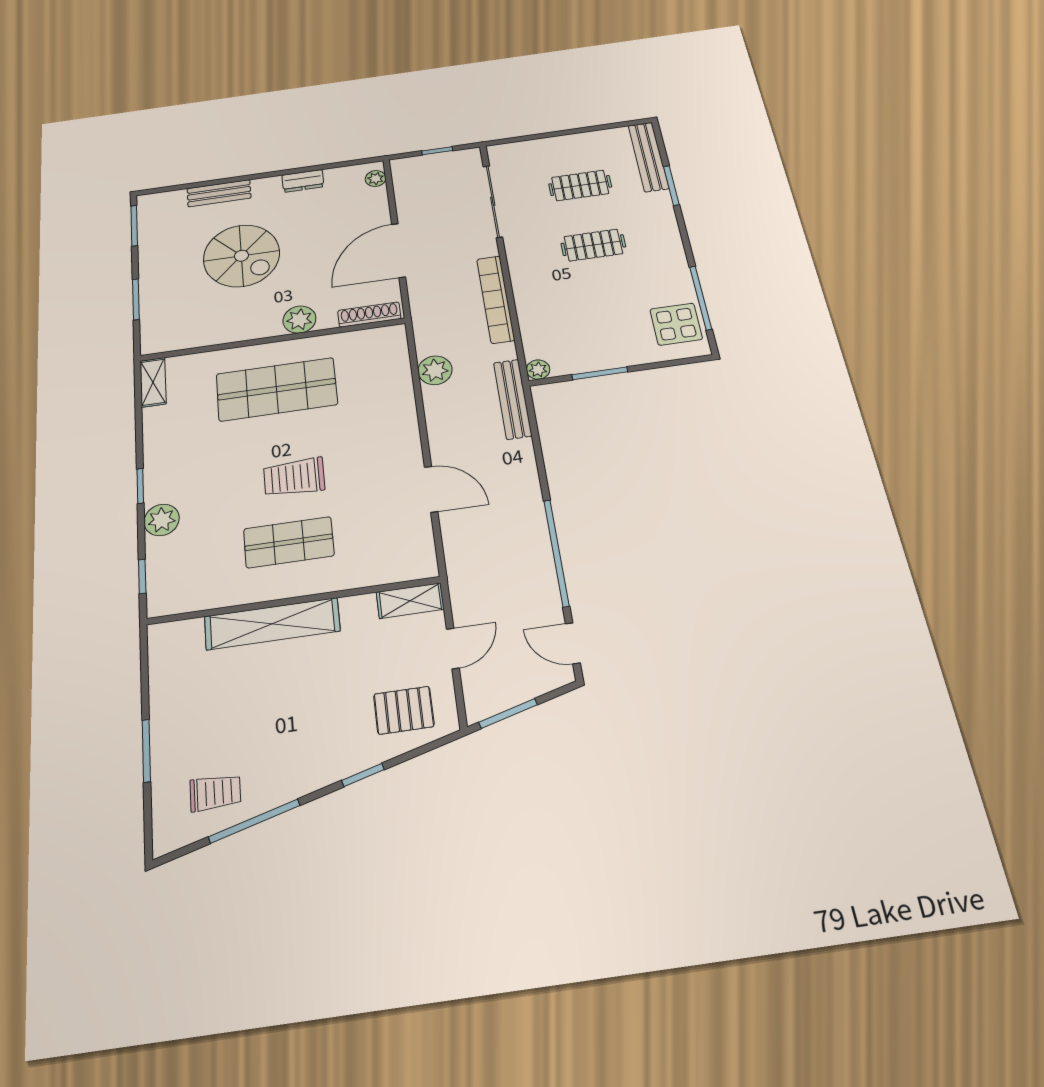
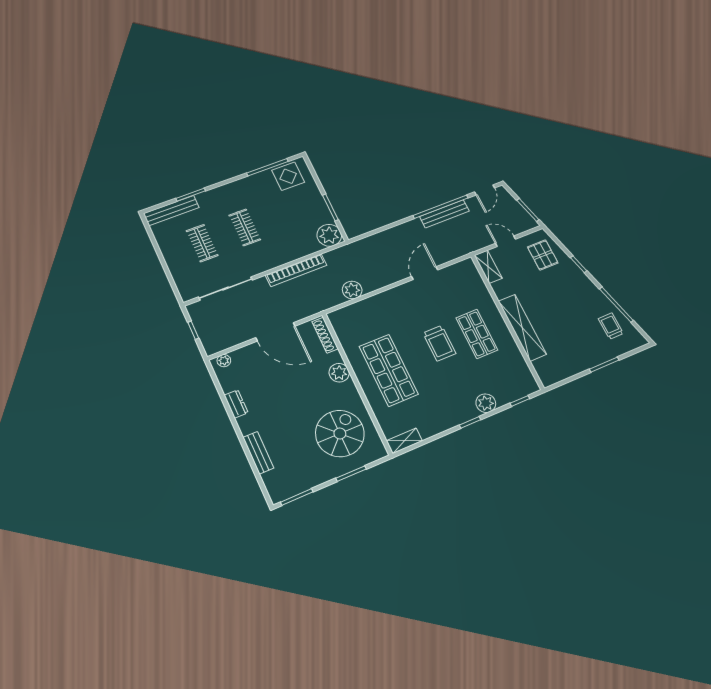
spiral stairs: (241, 256) -> (340, 434), moved
plant: (538, 370) -> (329, 235), width x1.88, depth x1.88
bench: (513, 399) -> (444, 214), moved

